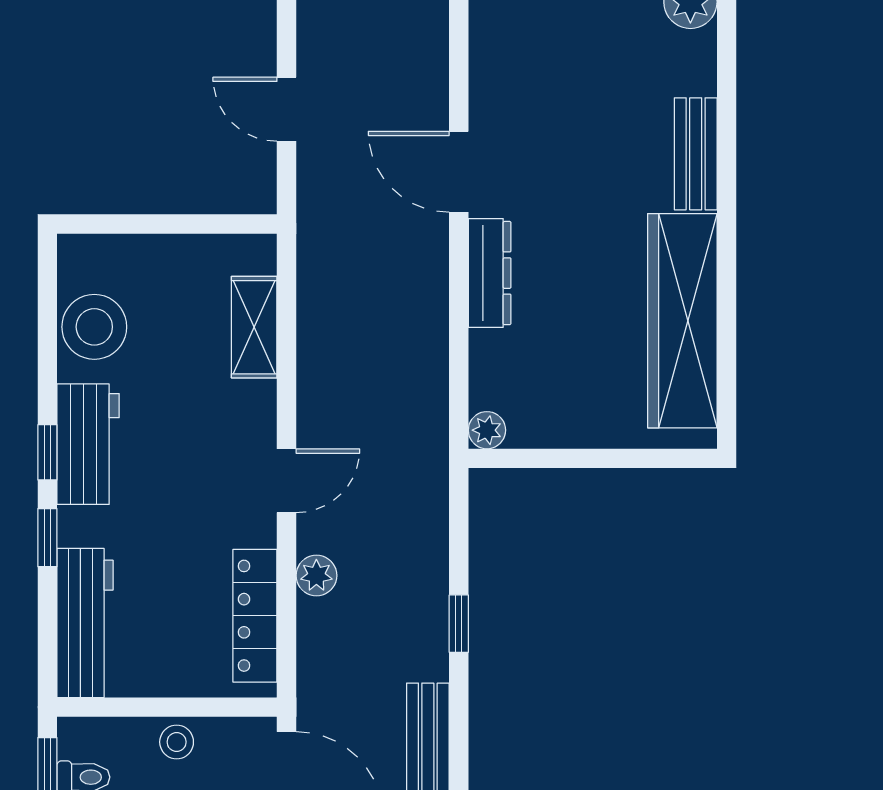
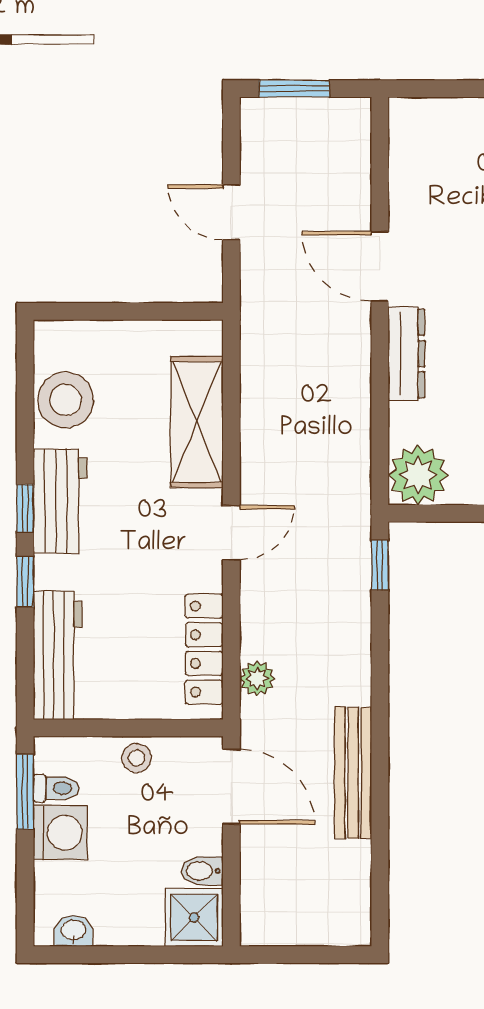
shelving: (254, 327) -> (197, 422), width x1.50, depth x1.33
plant: (487, 430) -> (418, 475), width x1.87, depth x1.87
plant: (316, 576) -> (257, 678), moved
window: (459, 624) -> (380, 565), moved

